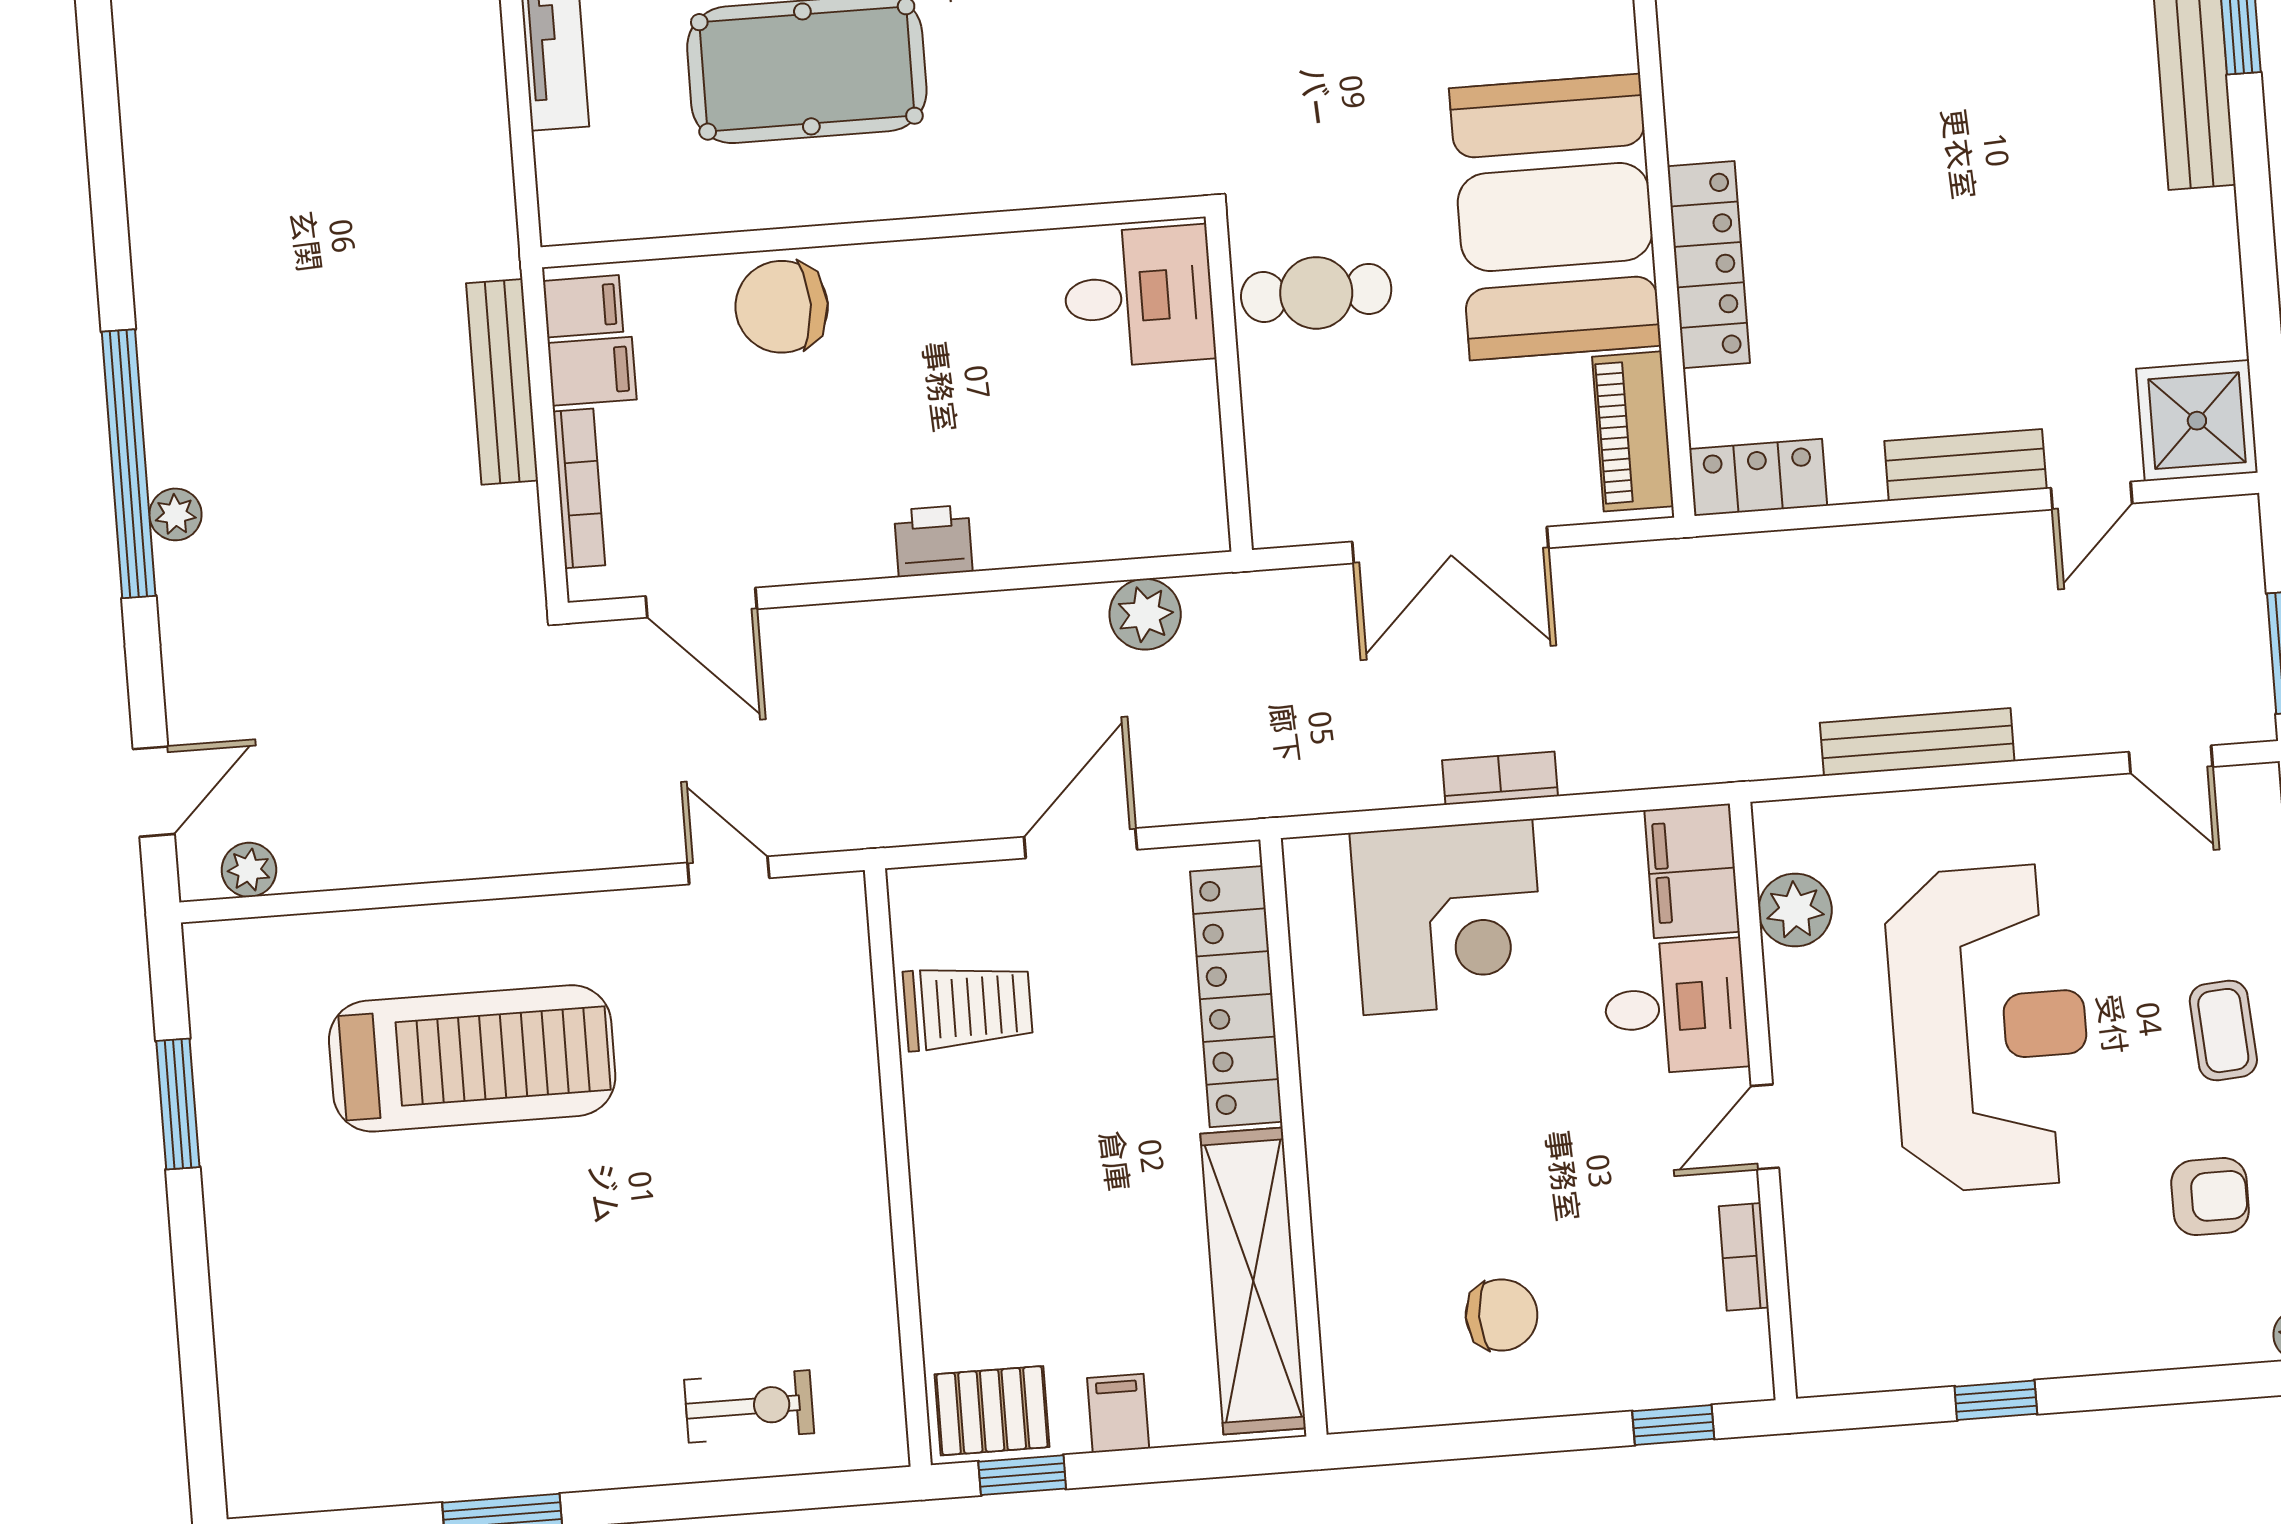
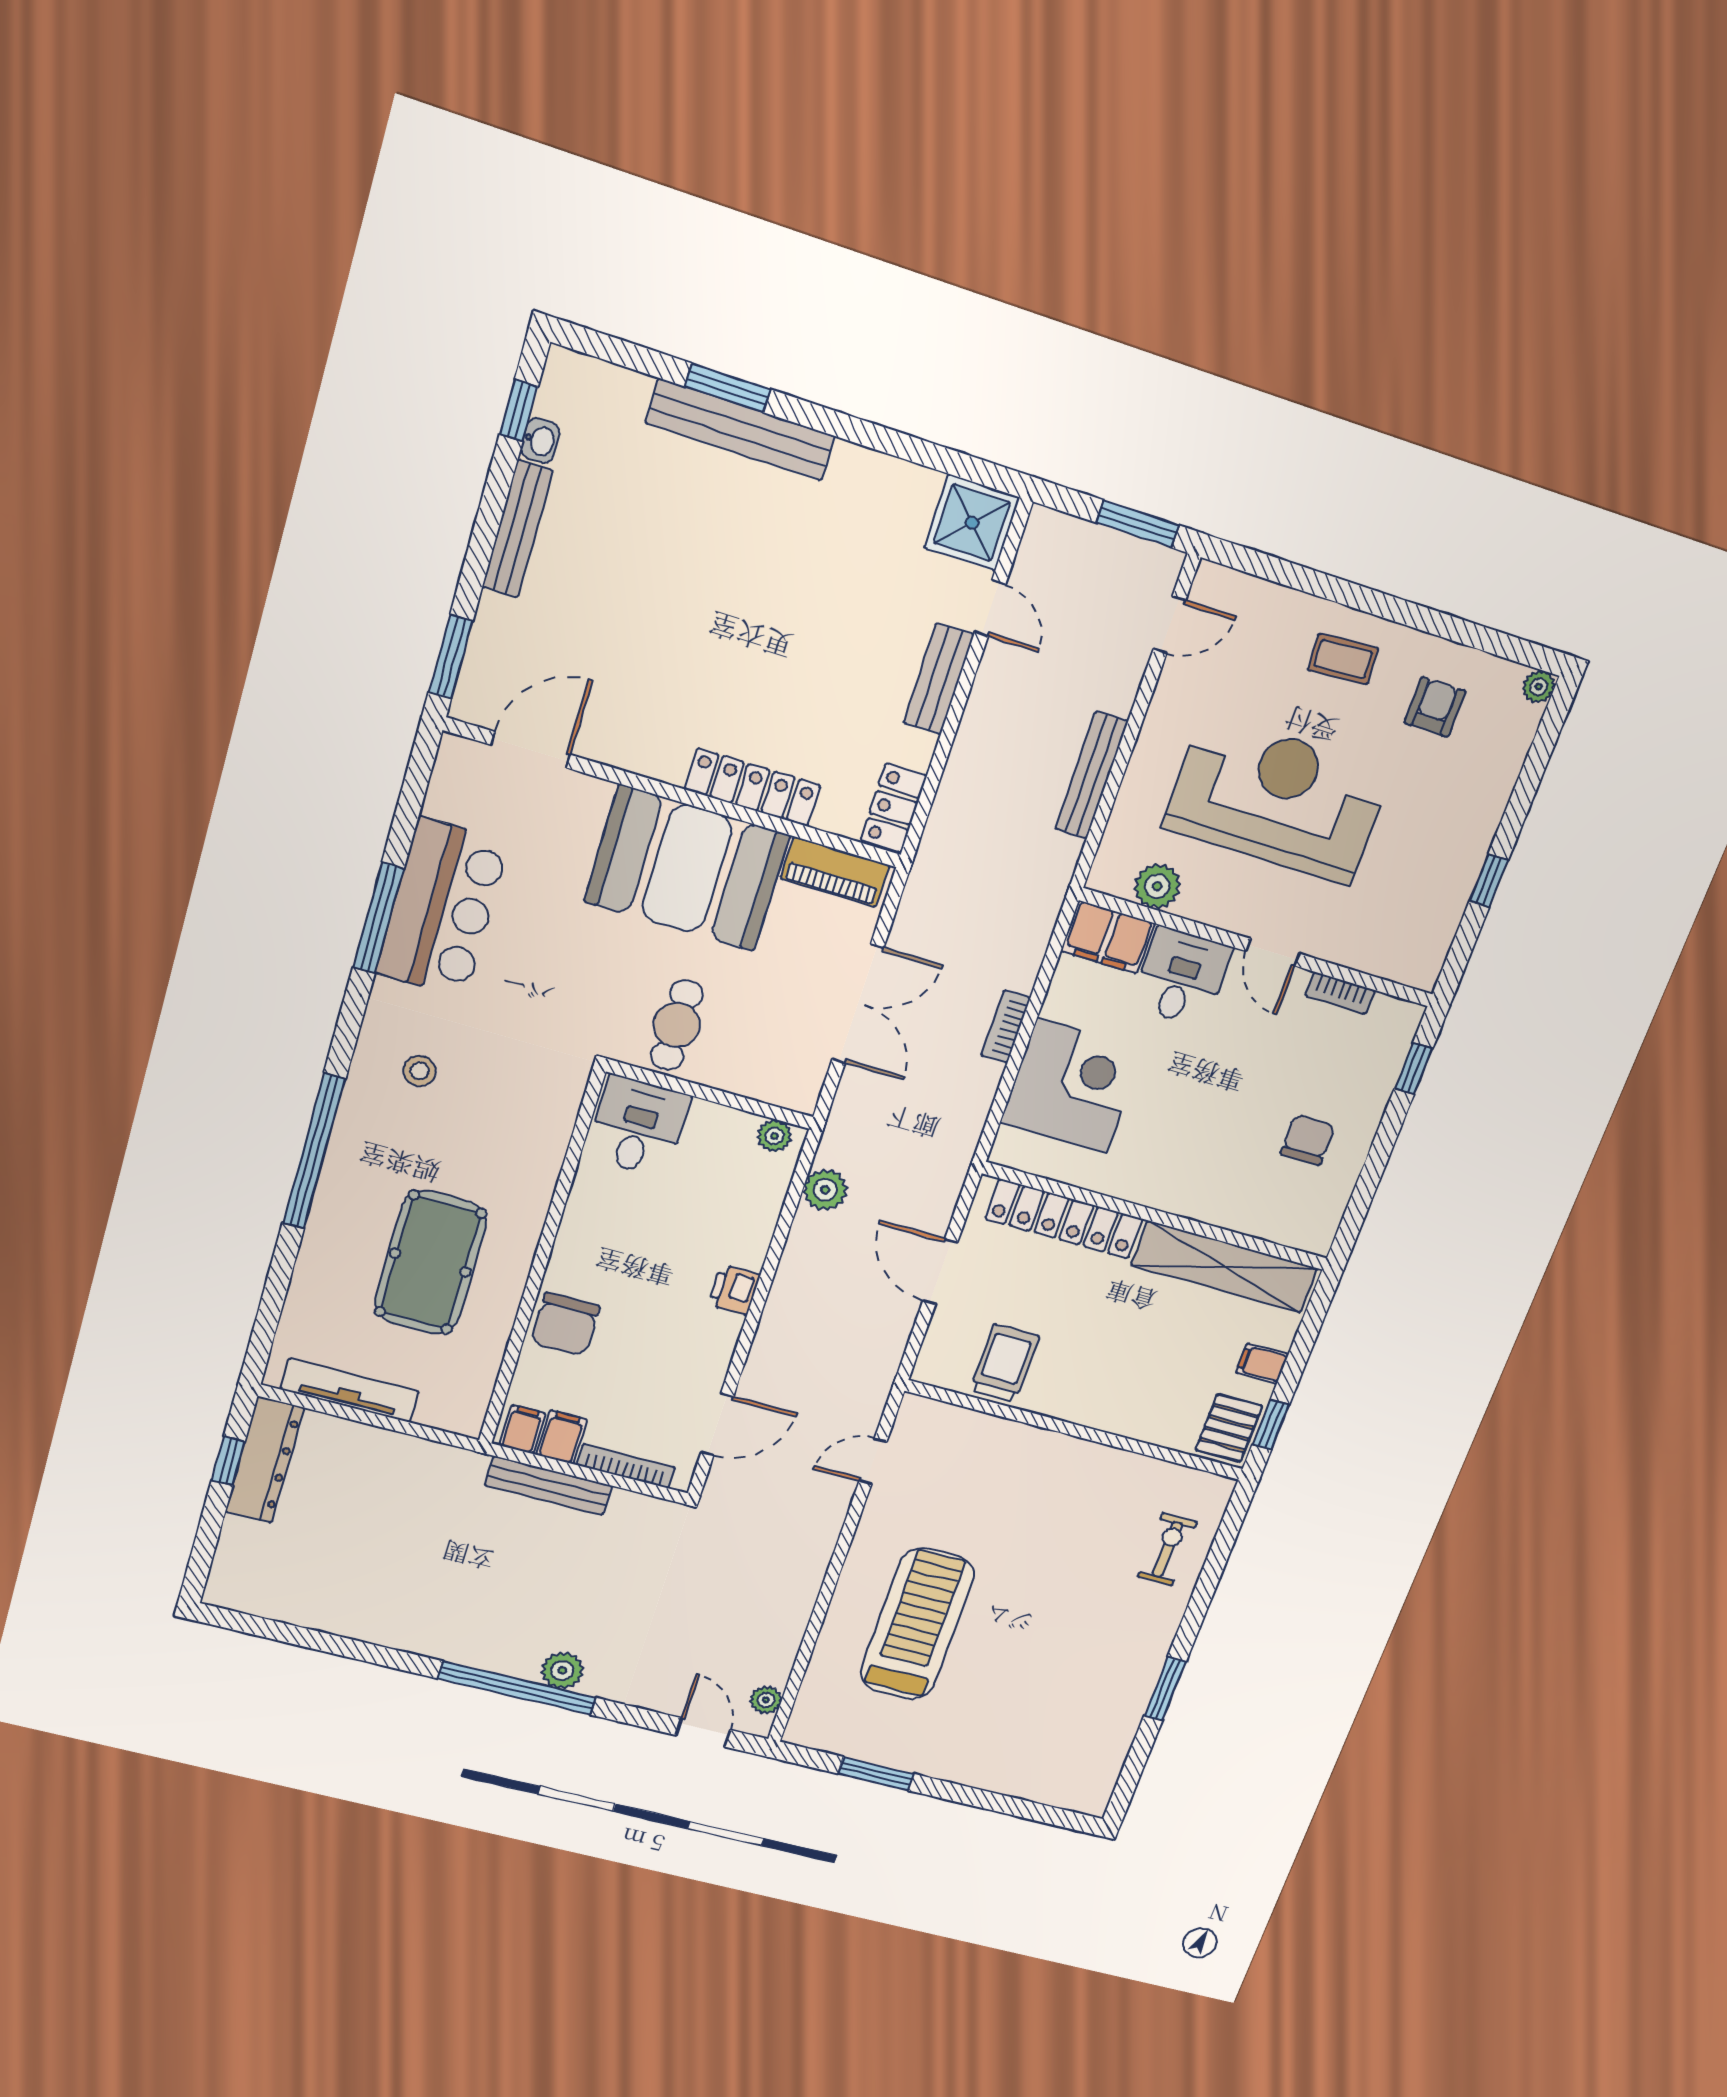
plant: (1201, 504) -> (774, 1136), added
plant: (175, 514) -> (562, 1670), width x1.38, depth x1.38

